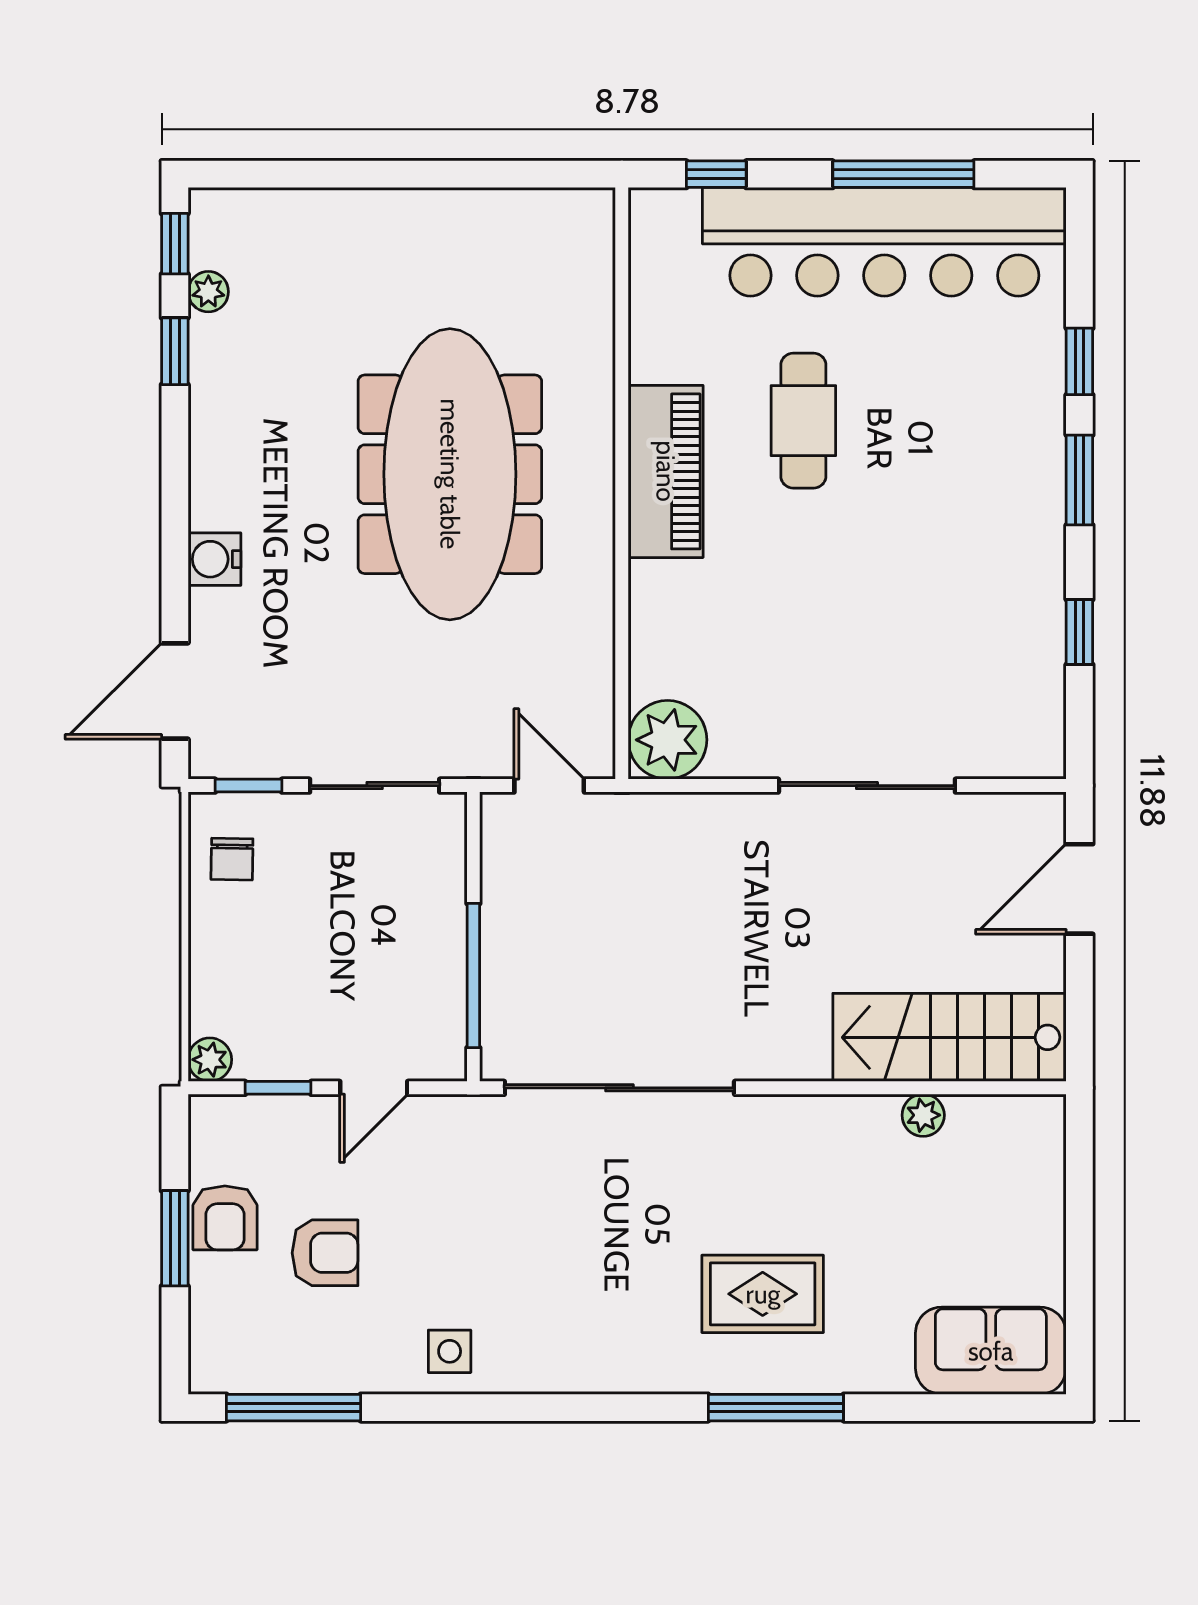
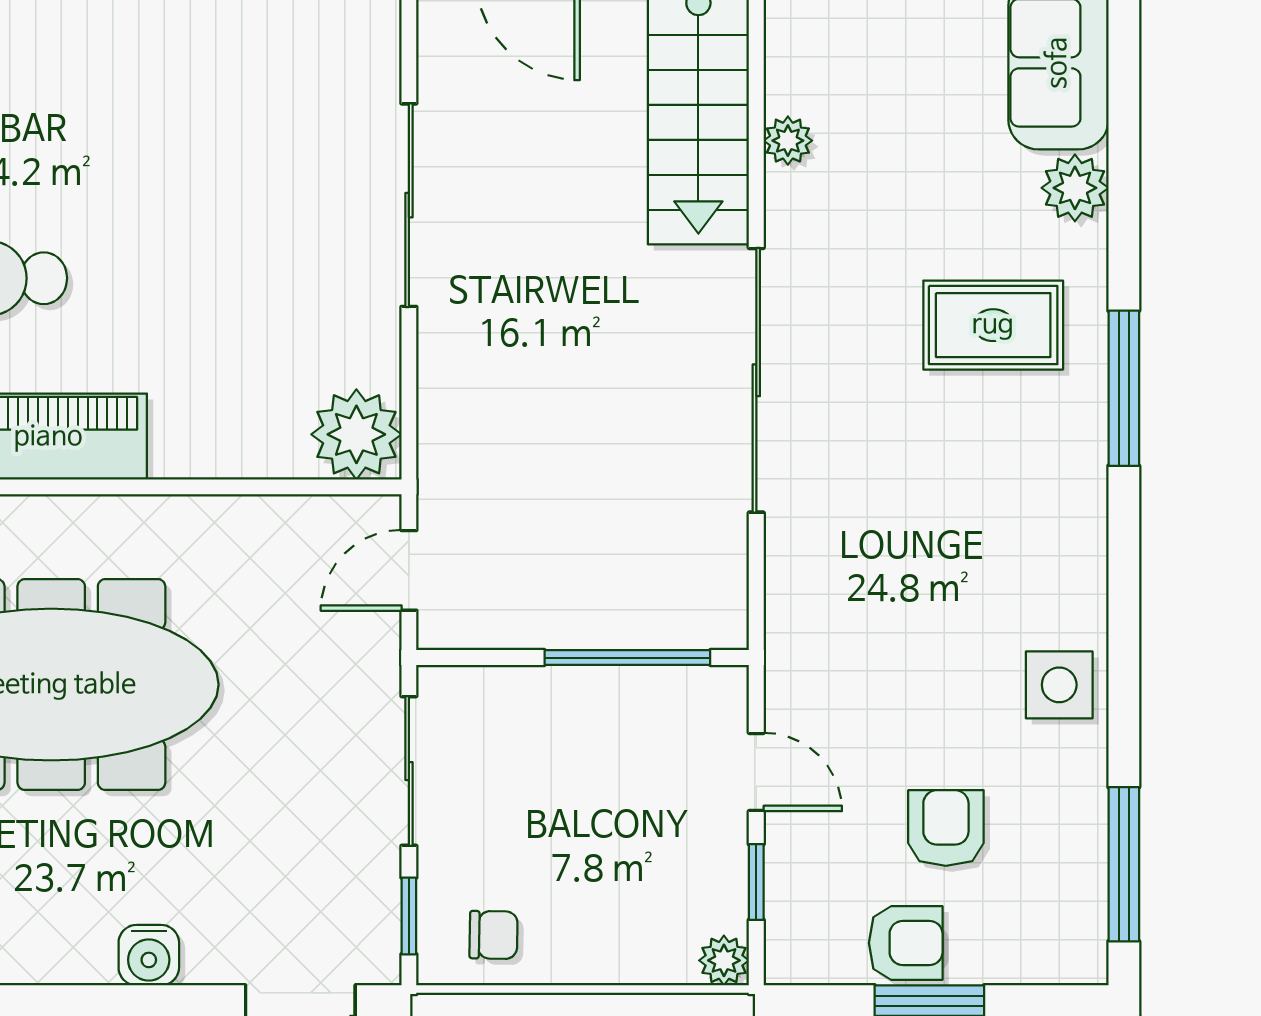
sliding door: (619, 1088) -> (756, 380), moved
rug: (763, 1294) -> (993, 325), turned 90
side table: (450, 1351) -> (1059, 685), width x1.37, depth x1.37
plant: (882, 1365) -> (1075, 188), added
window: (776, 1408) -> (1124, 388), moved

